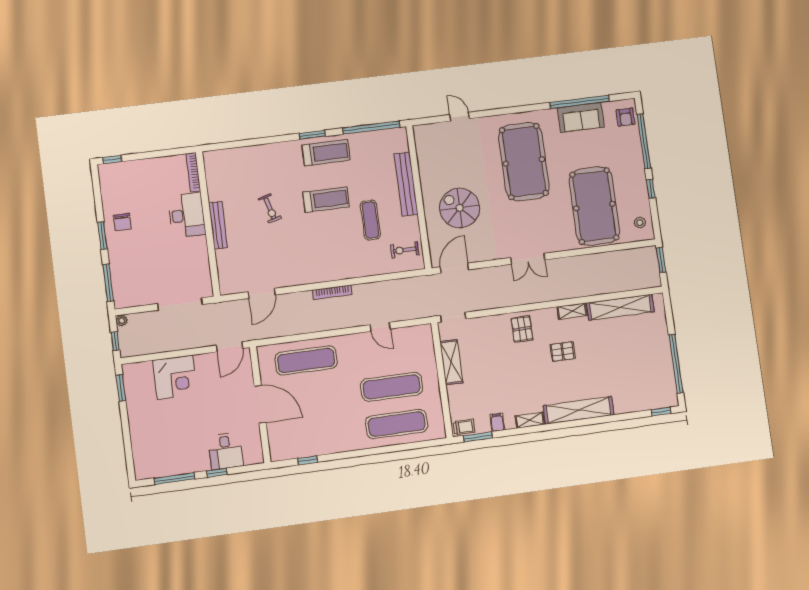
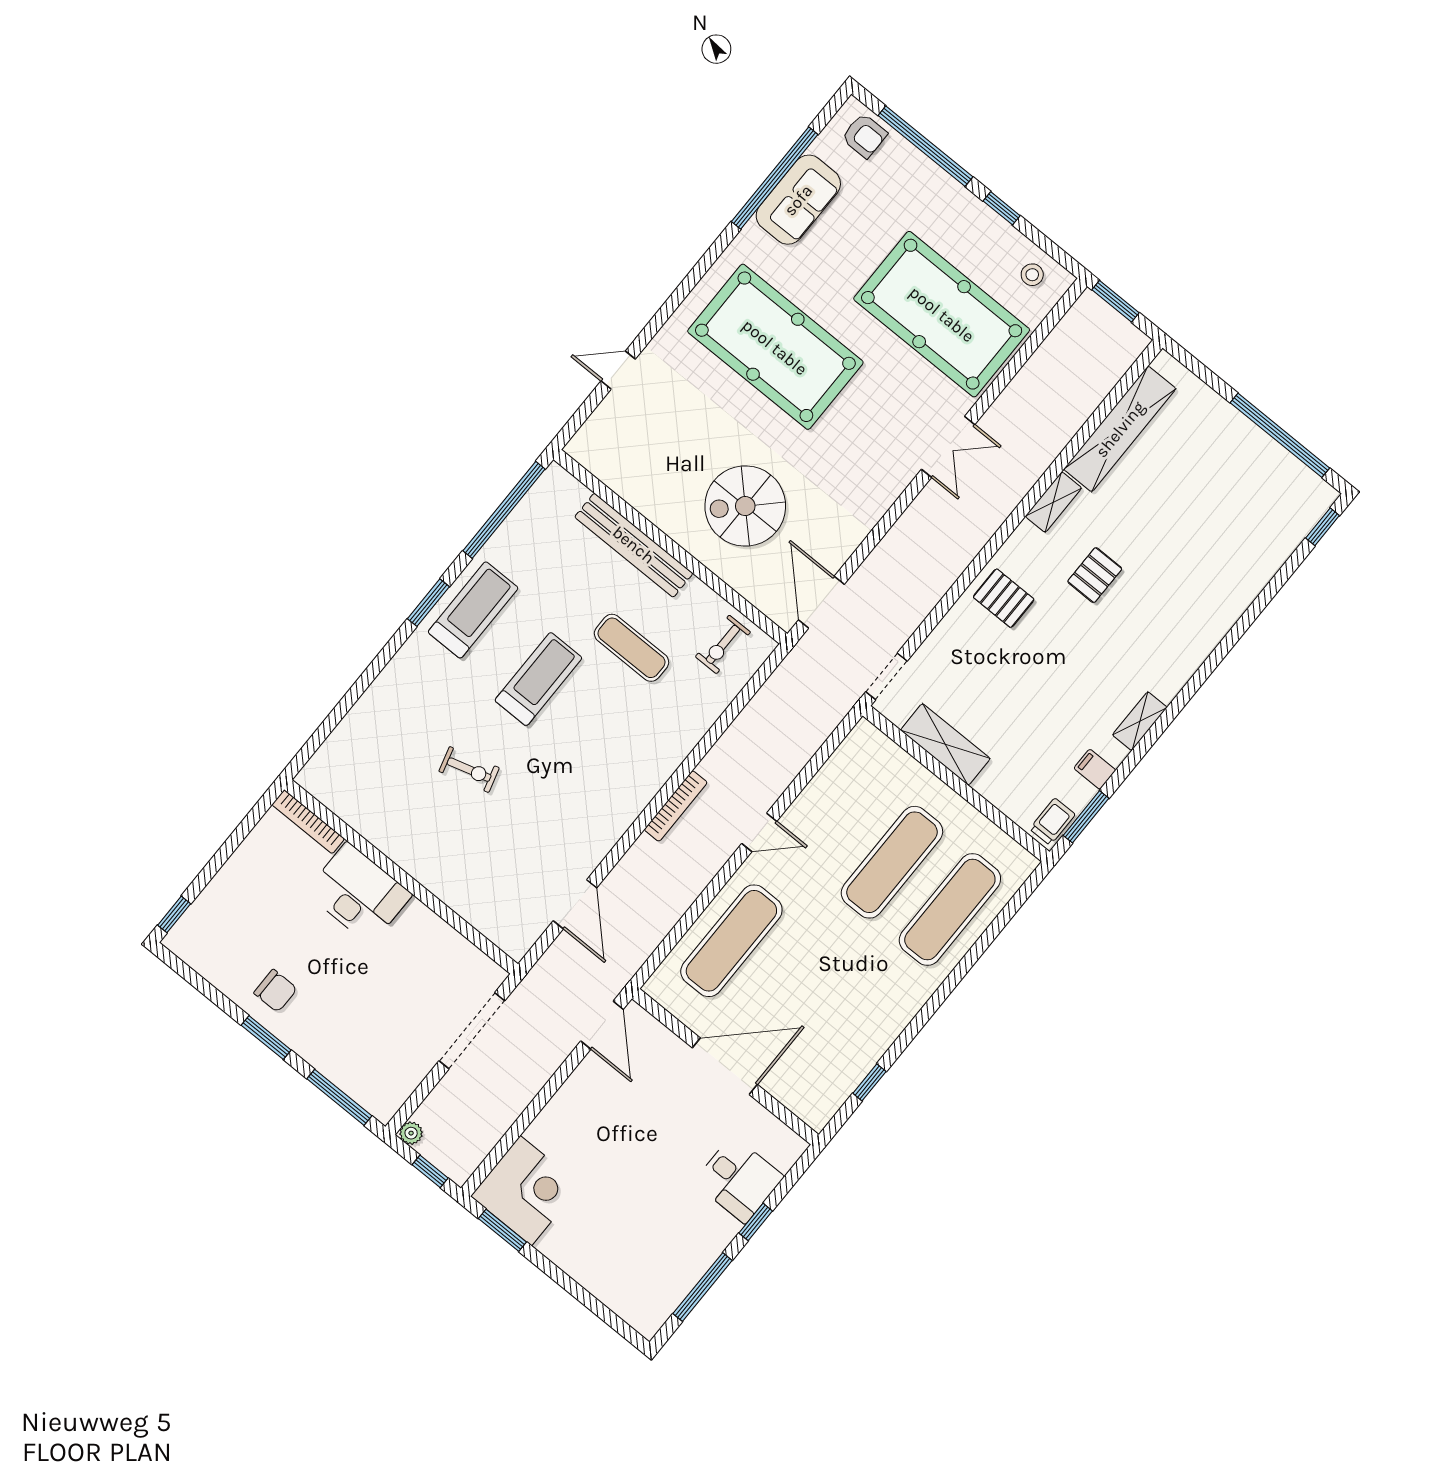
bench: (218, 225) -> (418, 865), removed
double door: (528, 259) -> (948, 447), moved
door: (380, 327) -> (759, 832), moved
corner desk: (175, 377) -> (526, 1191), moved
shelving: (579, 410) -> (1198, 639), removed

